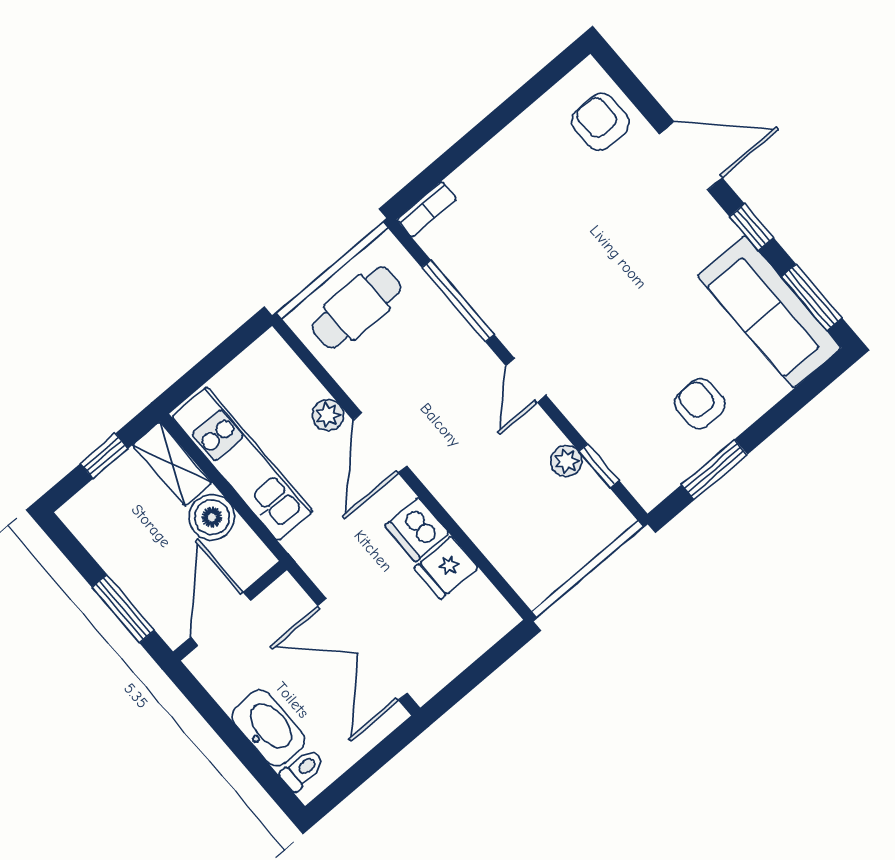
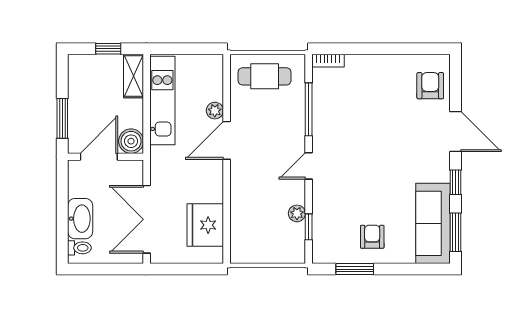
boiler: (212, 517) -> (131, 141), moved
dishwasher: (417, 530) -> (211, 189), removed
fridge: (446, 568) -> (205, 225), width x1.88, depth x1.34

